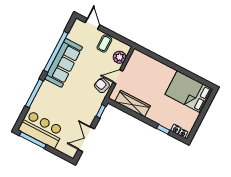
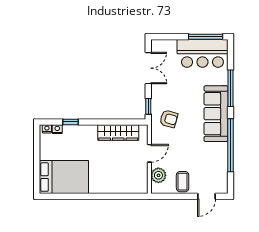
door: (92, 24) -> (207, 196), hinge flipped
sofa: (64, 63) -> (216, 114), moved
armchair: (102, 85) -> (169, 119), moved

